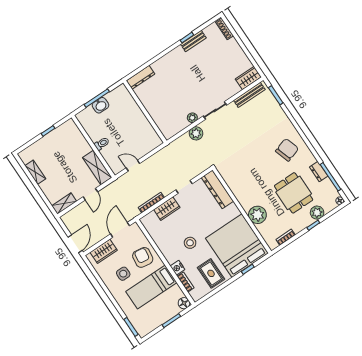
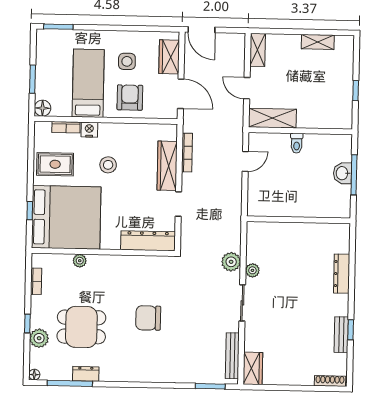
dresser: (140, 77) -> (342, 274), moved
chair: (287, 150) -> (148, 318), moved, turned 108
wardrobe: (167, 209) -> (167, 166), width x1.50
plant: (257, 215) -> (80, 261), width x0.53, depth x0.53
armchair: (143, 257) -> (130, 98), turned -98

